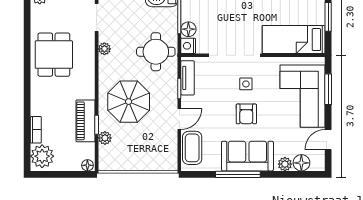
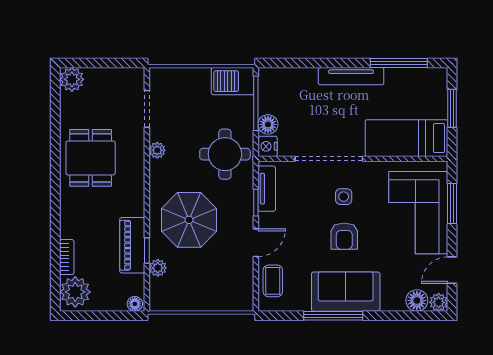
coffee table: (192, 148) -> (273, 281), width x0.73, depth x0.77
plant: (285, 164) -> (439, 302), moved

